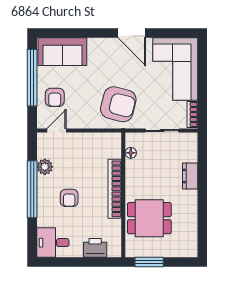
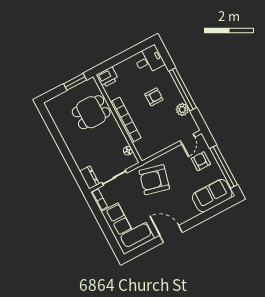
dresser: (190, 176) -> (89, 177), moved
armchair: (69, 198) -> (154, 97), turned 90
printer: (95, 248) -> (107, 77), moved

